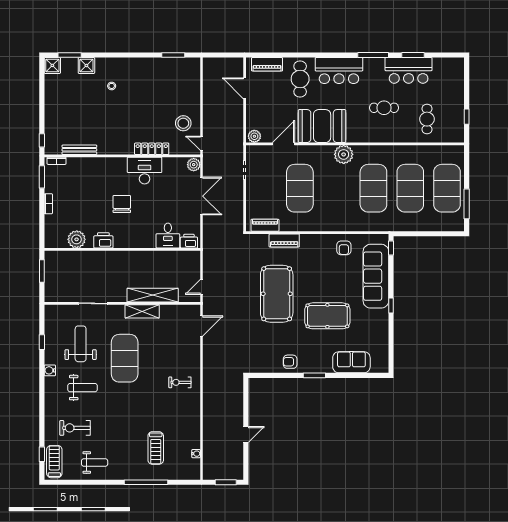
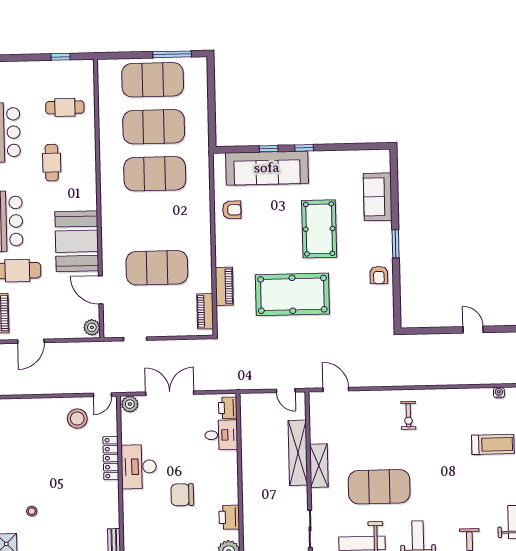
plant: (344, 154) -> (112, 213), removed
window: (391, 248) -> (269, 149), moved

